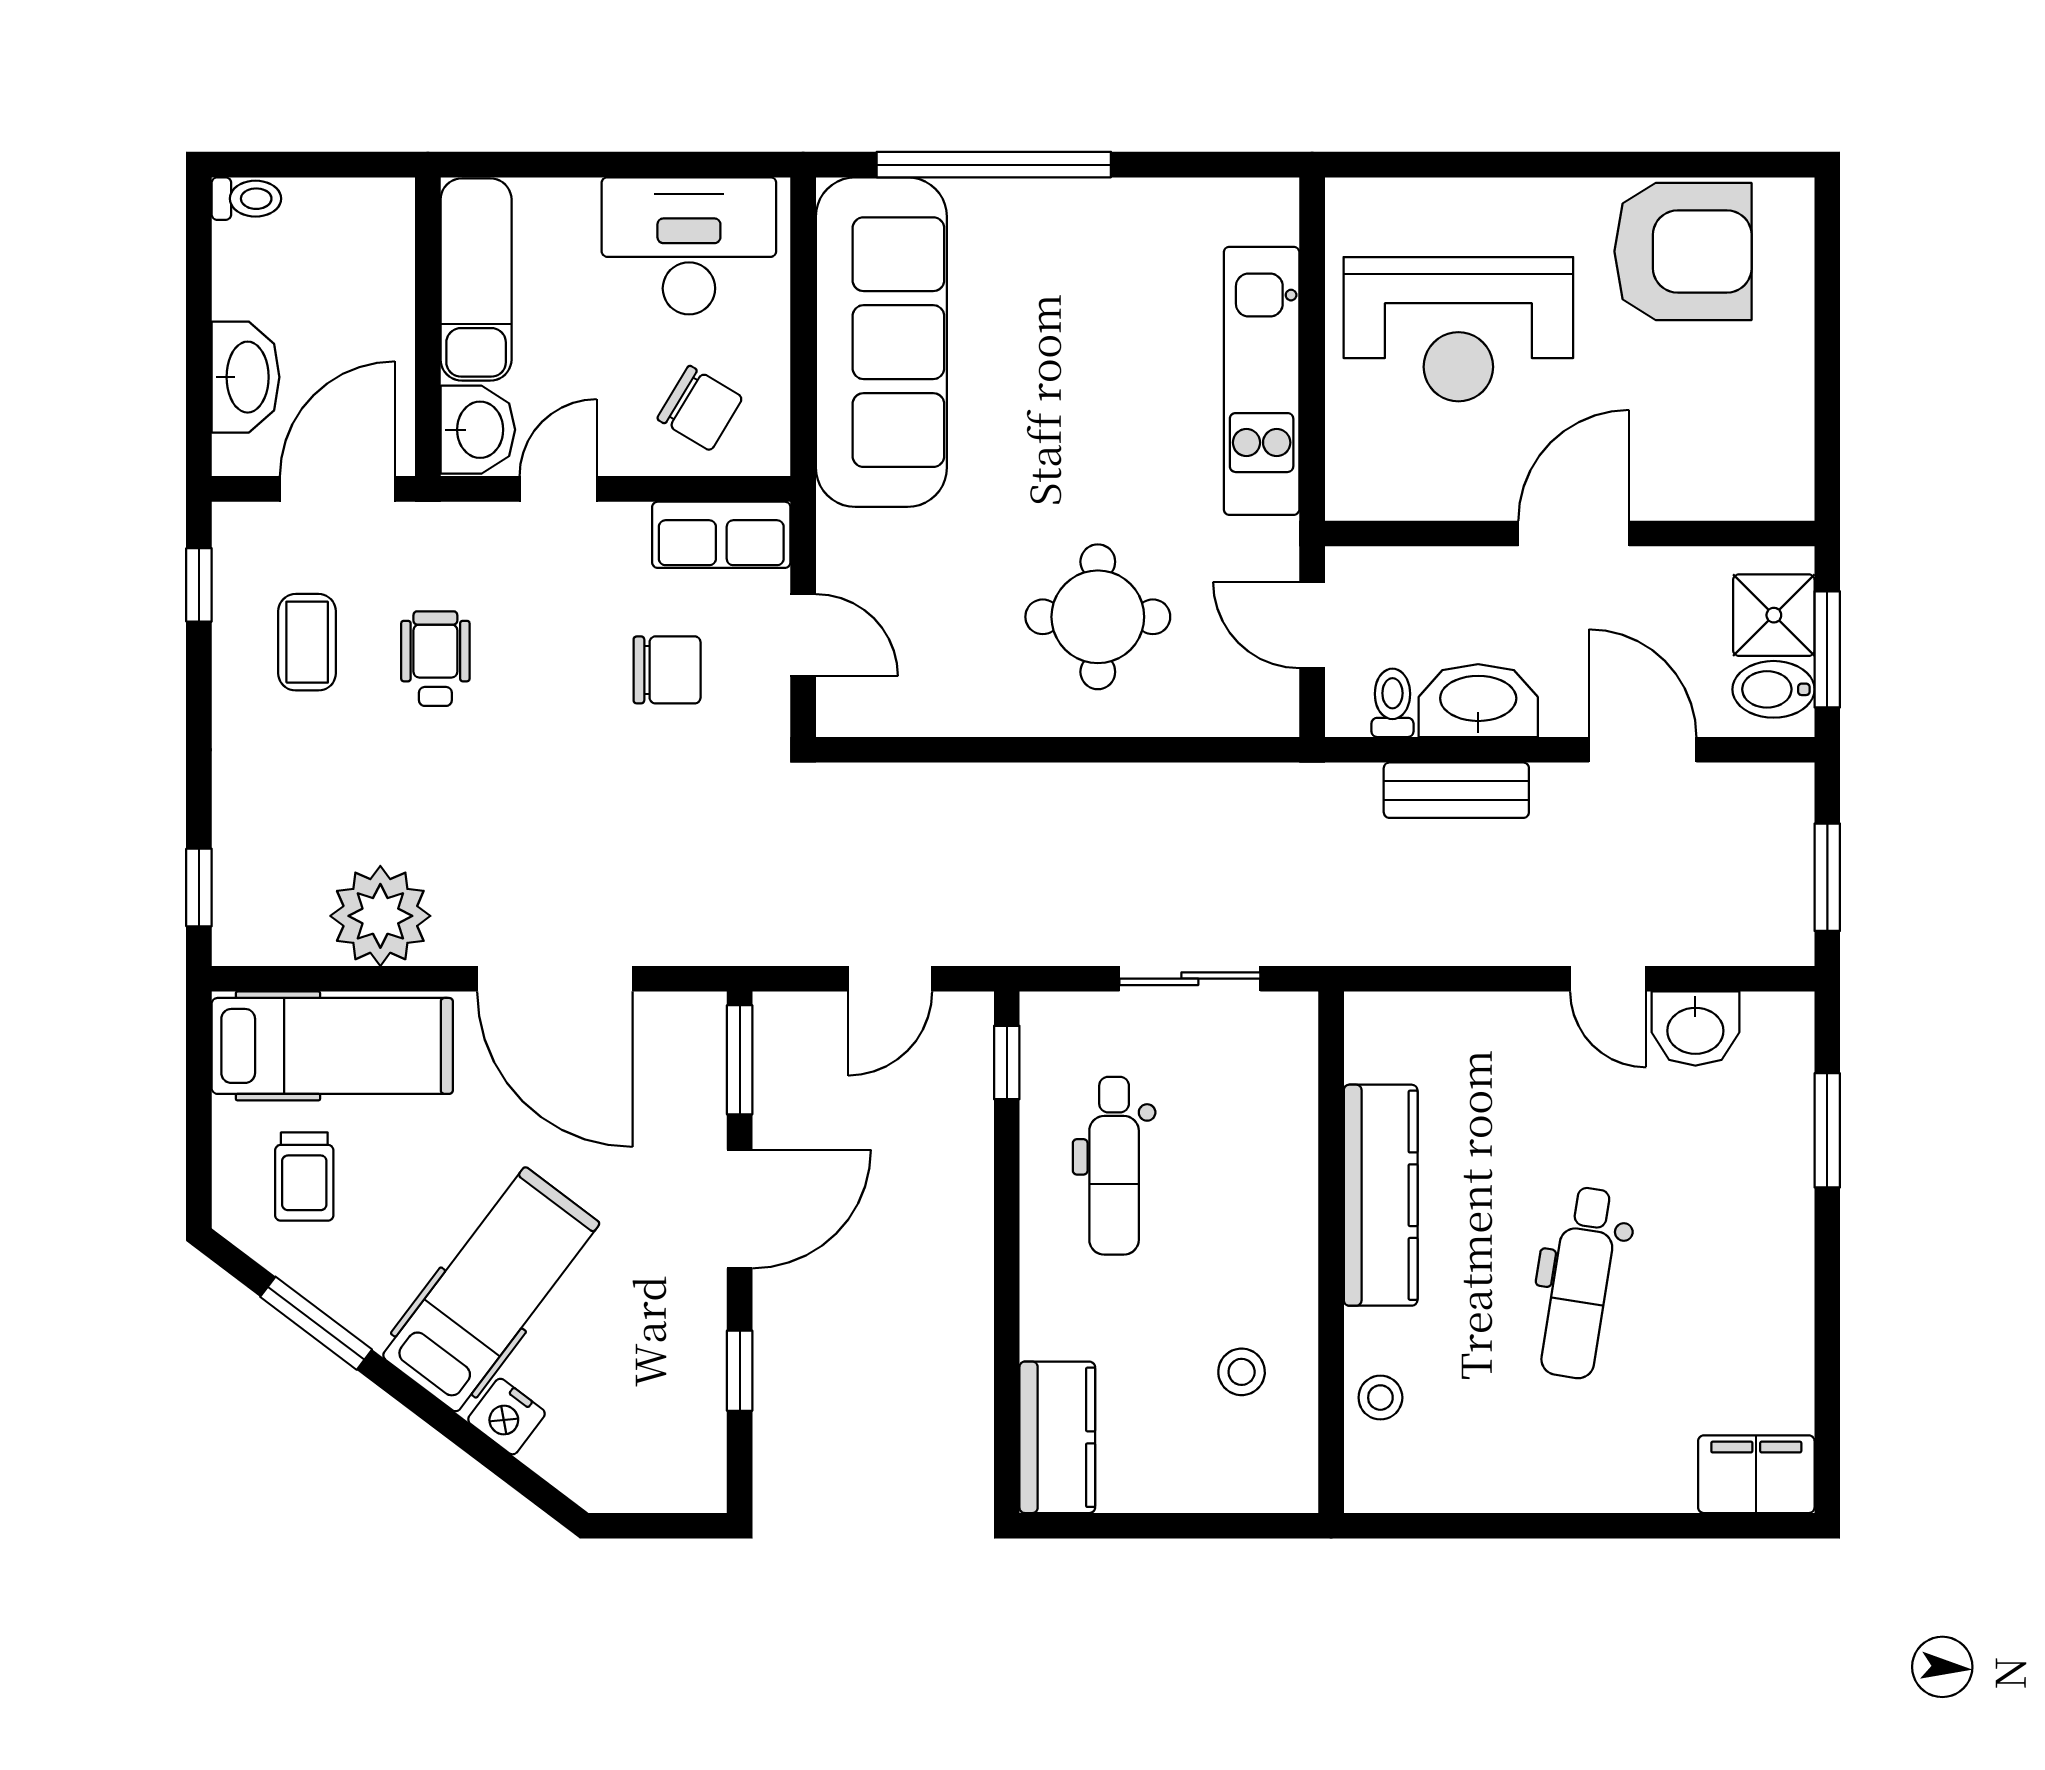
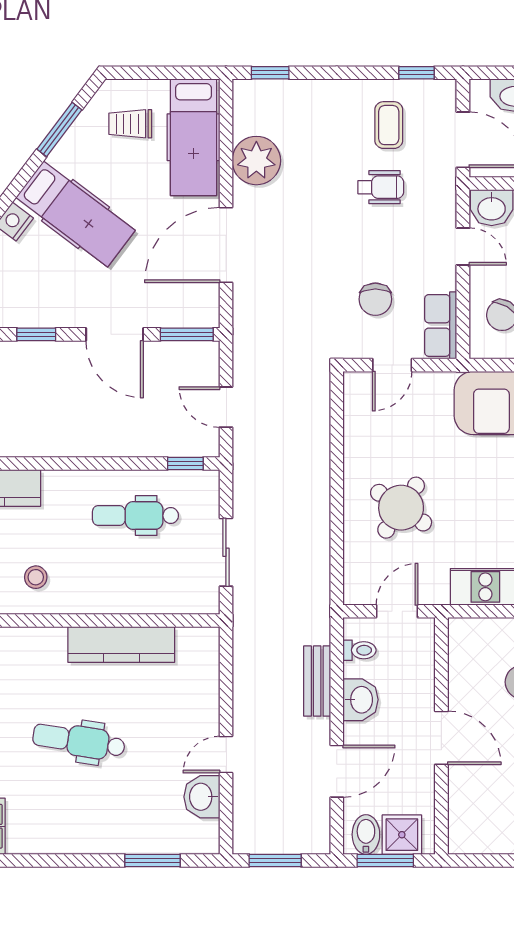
round table: (1098, 617) -> (401, 508), turned 34
coffee table: (307, 642) -> (389, 125), turned 90
washbasin: (1478, 701) -> (361, 700), width x0.72
stool: (1380, 1398) -> (23, 644), removed

